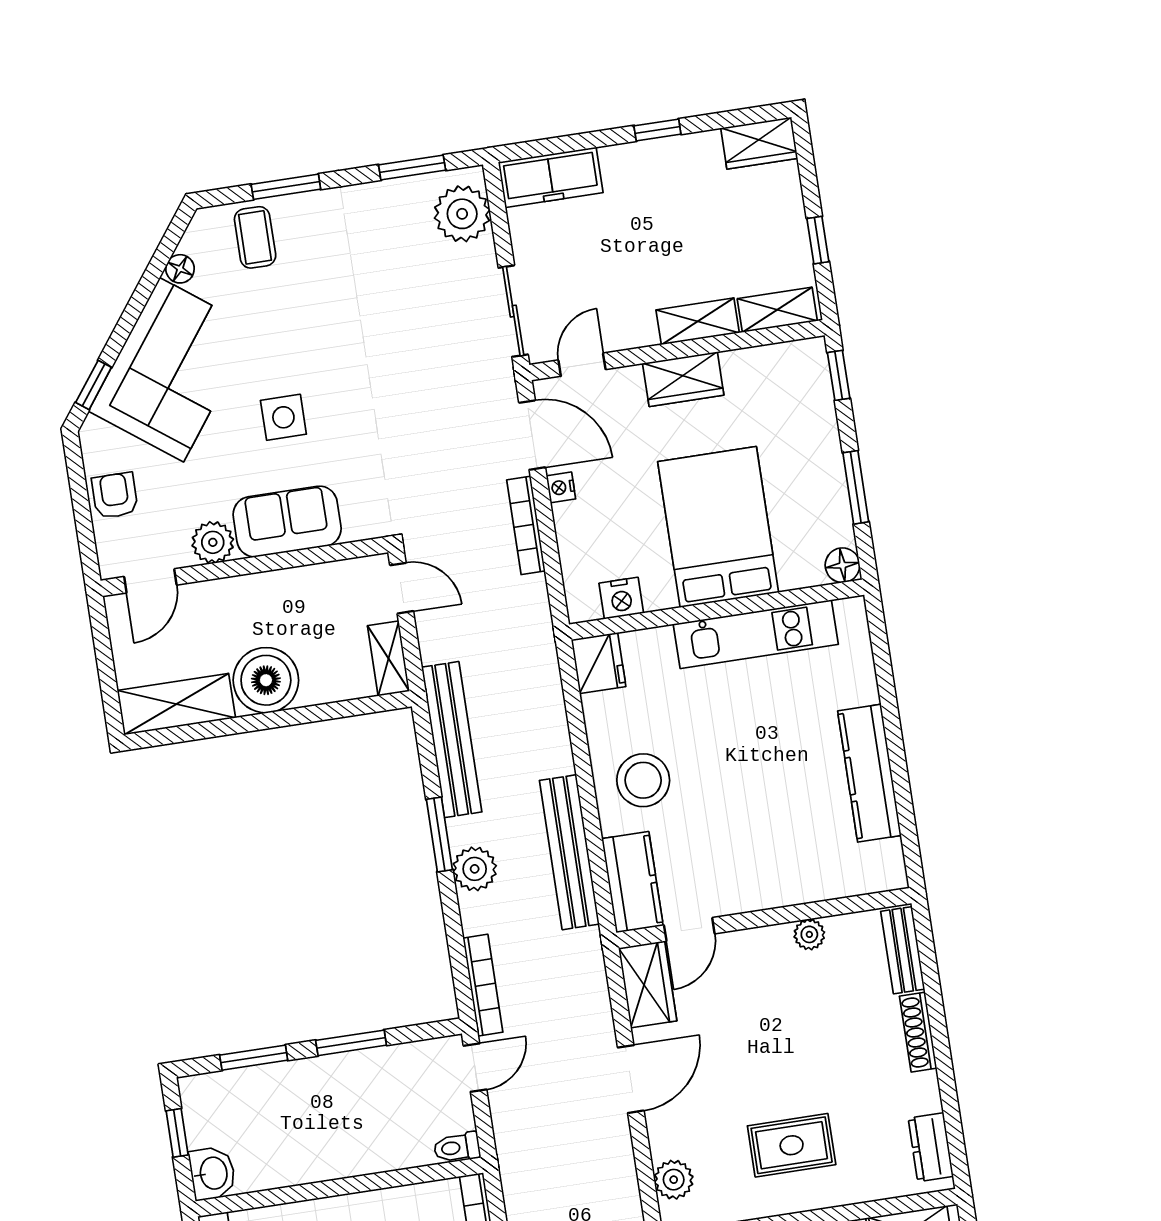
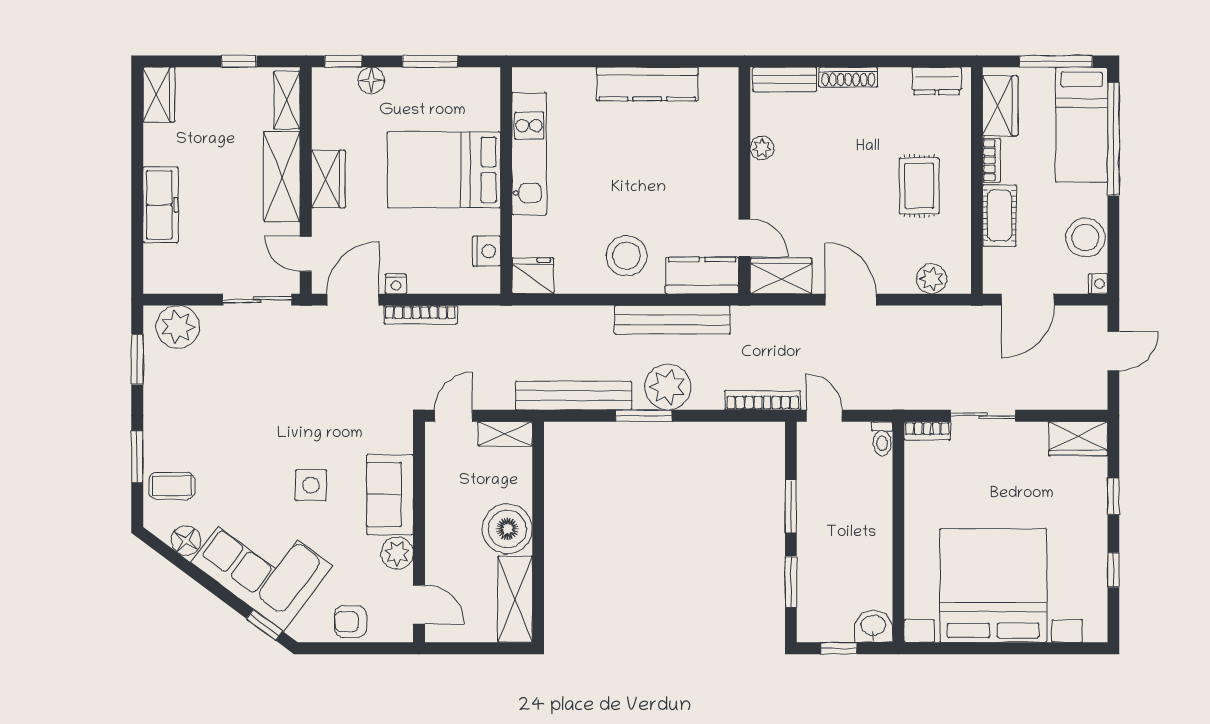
window: (657, 130) -> (137, 170), removed
freezer: (551, 177) -> (161, 205), moved
floor lamp: (180, 269) -> (186, 541), width x1.37, depth x1.37
shelving: (698, 321) -> (282, 177), width x1.50, depth x1.33
floor lamp: (842, 565) -> (371, 80), moved
plant: (475, 869) -> (668, 387), width x1.36, depth x1.36

